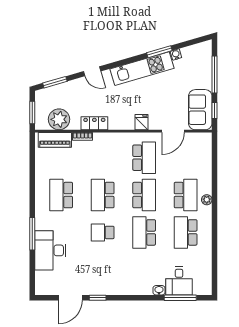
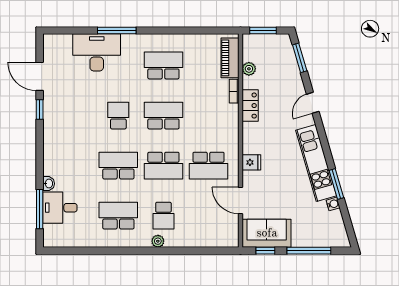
plant: (59, 119) -> (249, 69), width x0.53, depth x0.53
school desk: (186, 195) -> (163, 216), width x0.54

